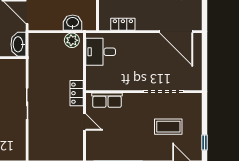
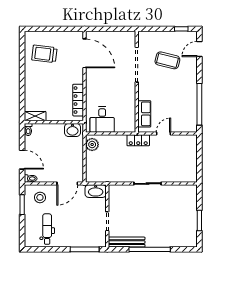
washbasin: (73, 23) -> (72, 130), moved, turned -90
locker: (123, 24) -> (78, 100), width x1.53
door: (176, 32) -> (85, 53), hinge flipped
coffee table: (168, 127) -> (167, 60), turned -76

